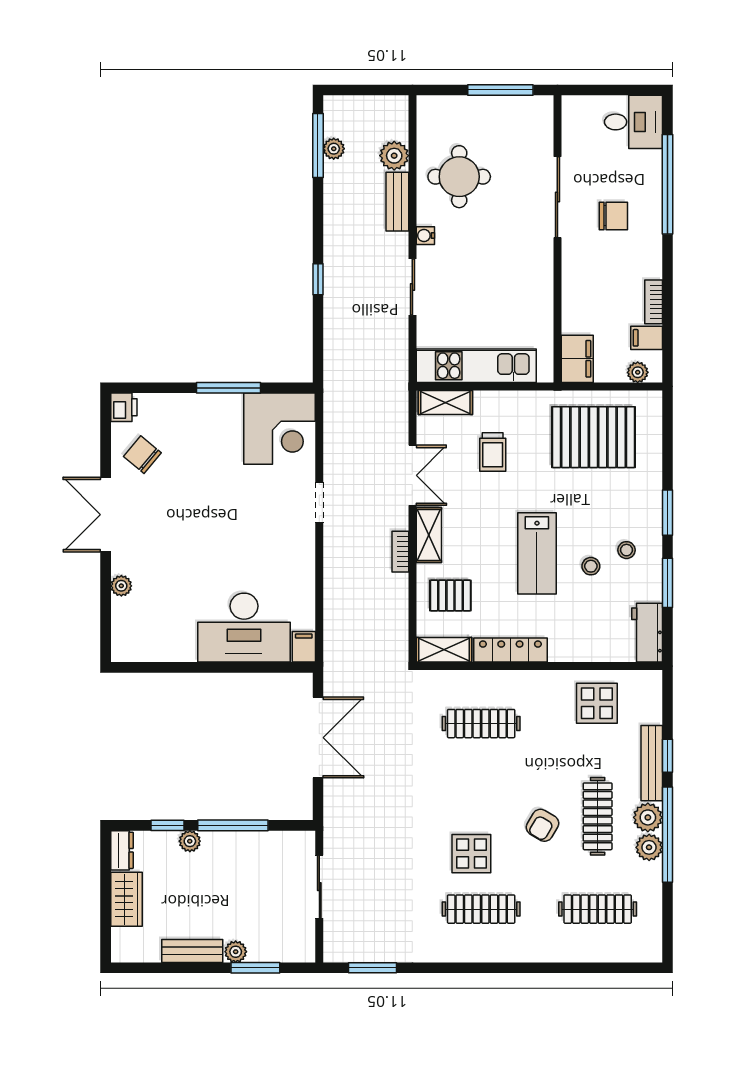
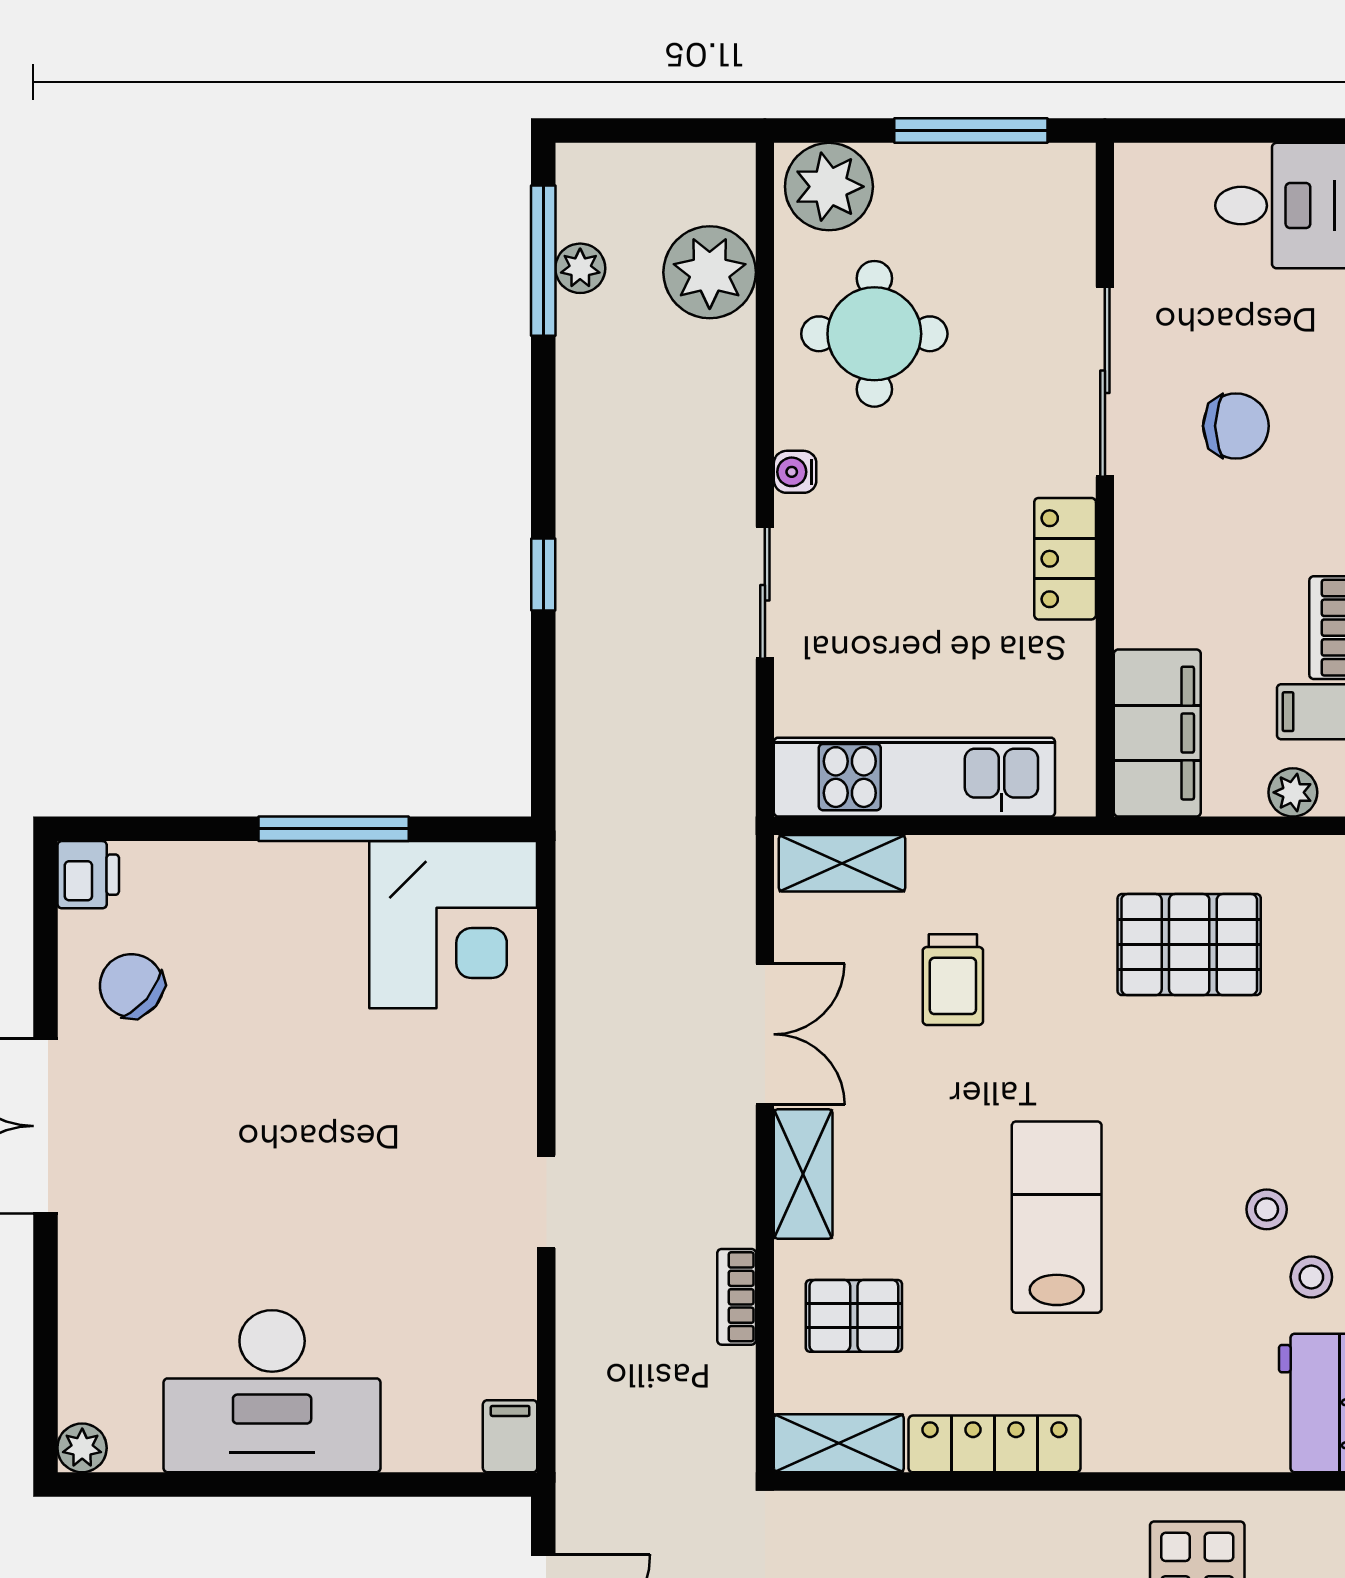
plant: (440, 114) -> (829, 187), added
plant: (394, 156) -> (710, 272), width x1.36, depth x1.36
bench: (397, 202) -> (729, 393), removed
locker: (541, 273) -> (1065, 559), added
filing cabinet: (577, 359) -> (1157, 733), width x1.50, depth x1.17
pallet: (593, 437) -> (1189, 945), width x0.73, depth x0.71
doorway: (319, 502) -> (546, 1202), moved
bookcase: (400, 552) -> (737, 1297), moved
lab bench: (537, 553) -> (1057, 1217), turned 180
stool: (591, 566) -> (1311, 1277), moved
plant: (121, 586) -> (82, 1448), moved
desk: (244, 628) -> (272, 1391), moved

